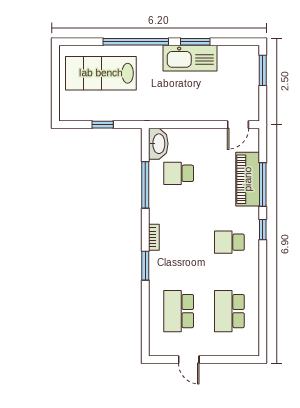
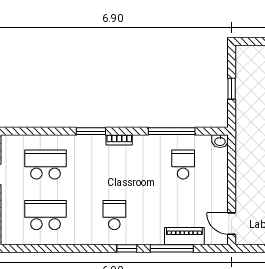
washbasin: (158, 144) -> (220, 141), width x0.52, depth x0.69
piano: (248, 179) -> (184, 236), width x0.73, depth x0.75

